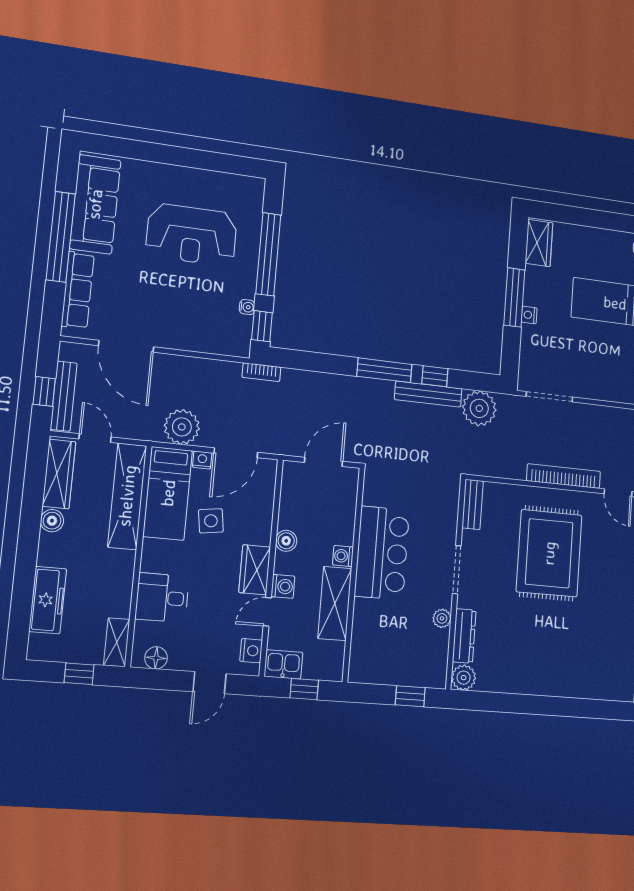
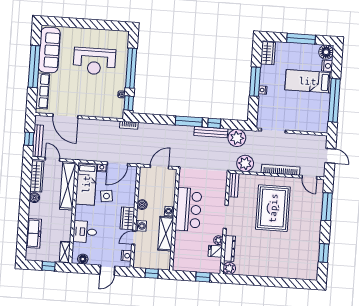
window: (600, 219) -> (301, 39), added
plant: (182, 427) -> (245, 163), moved
fridge: (436, 641) -> (215, 251), added
kitchen sink: (283, 664) -> (142, 262), removed

